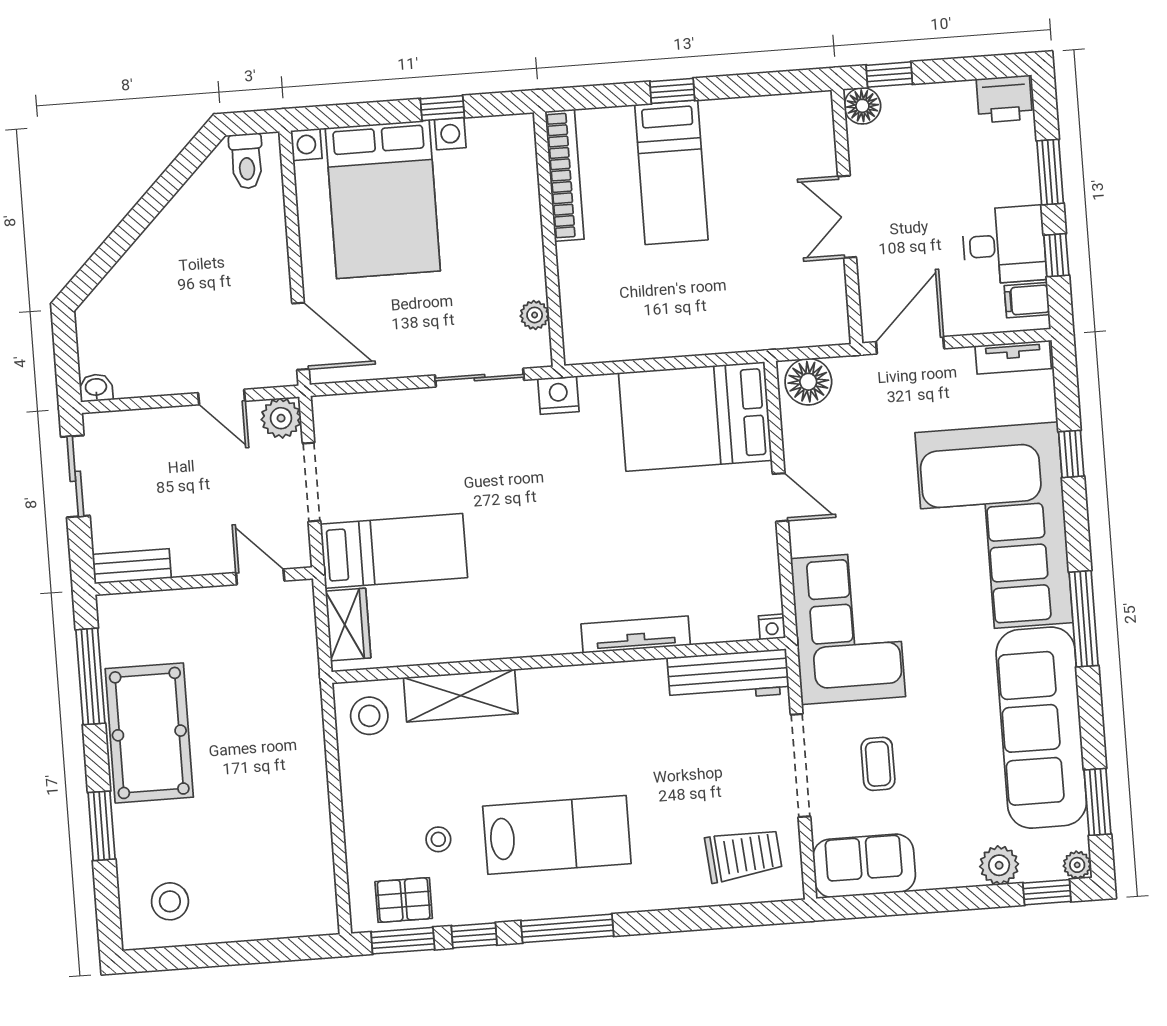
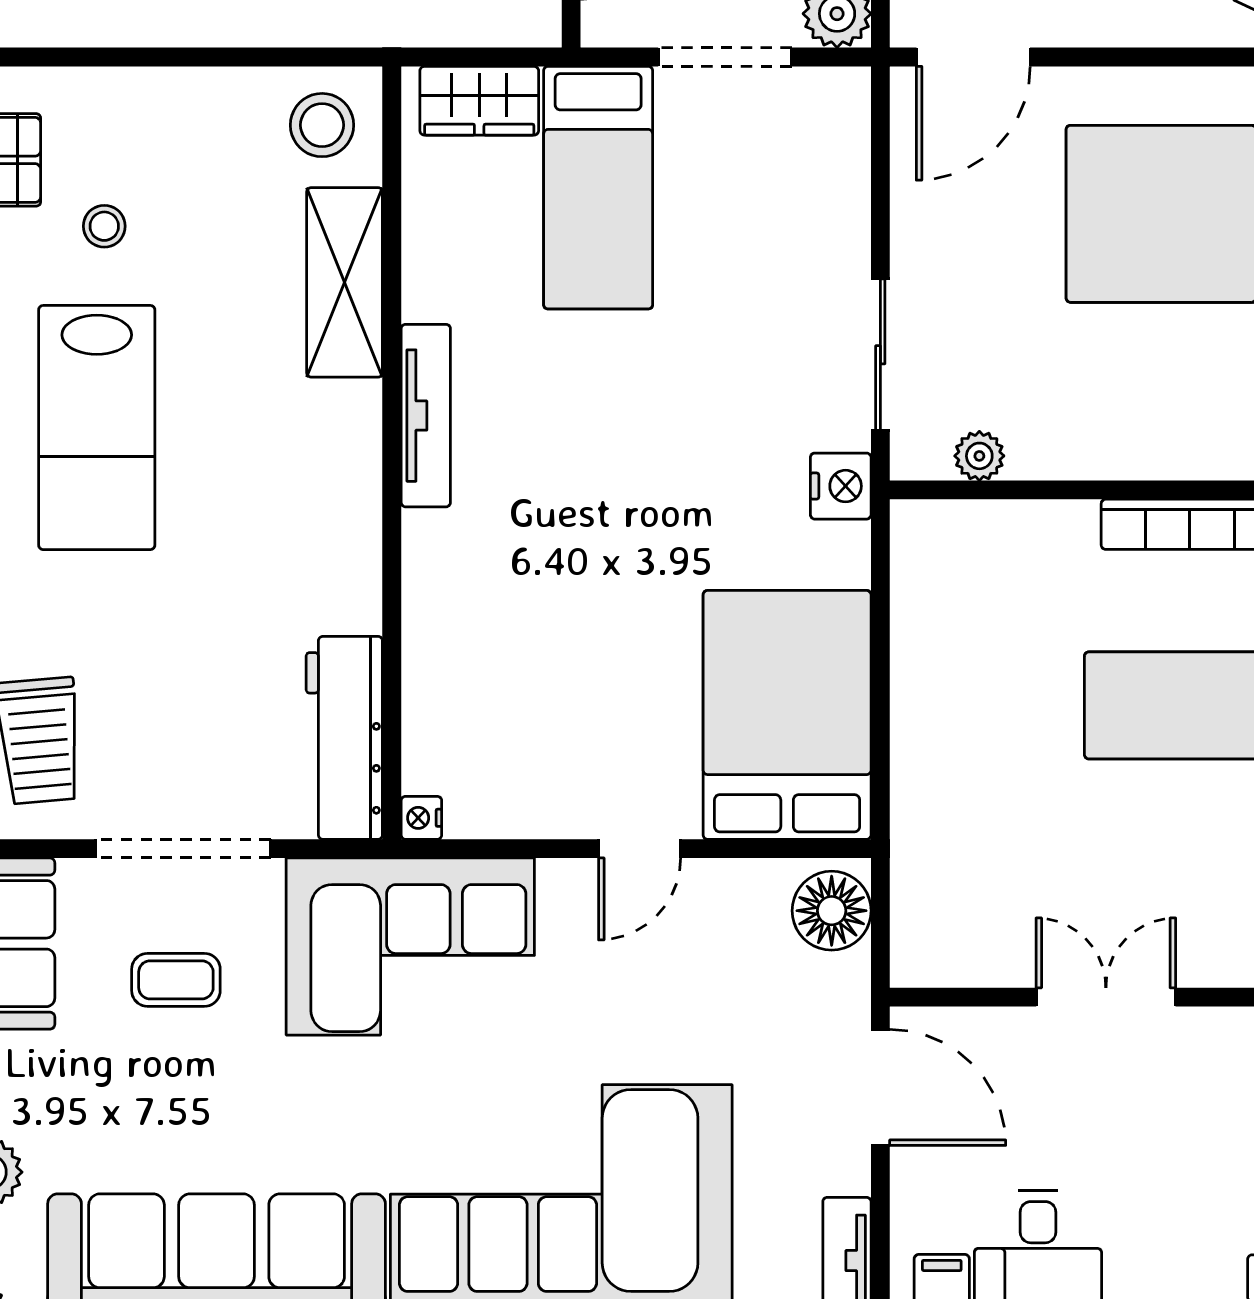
tv unit: (636, 634) -> (426, 416), moved

